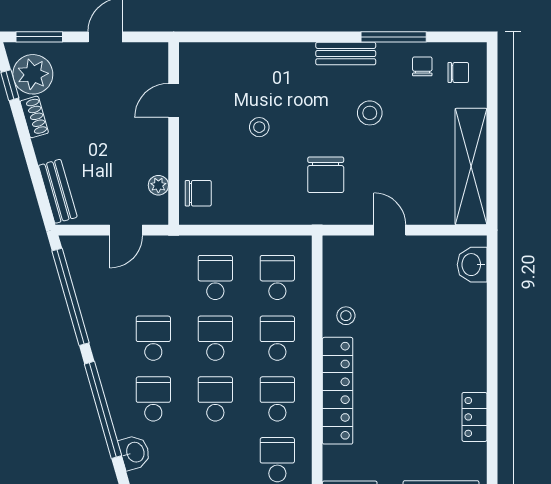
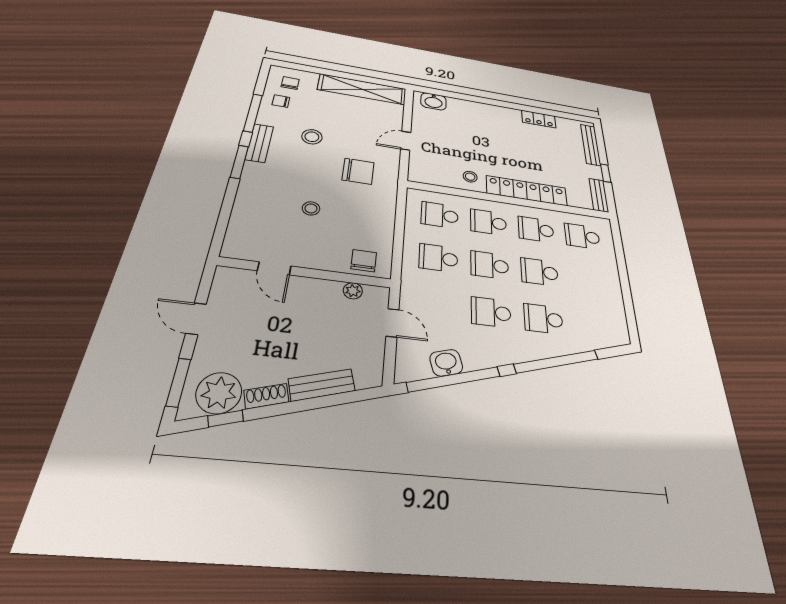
window: (312, 37) -> (239, 162), added
bench: (58, 191) -> (322, 385), moved
washbasin: (135, 452) -> (446, 363), moved

